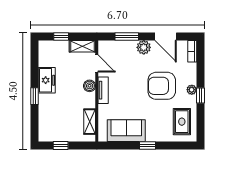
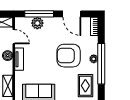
window: (127, 36) -> (39, 14), width x1.44
plant: (144, 47) -> (37, 23), moved
window: (201, 95) -> (101, 64), width x3.17

